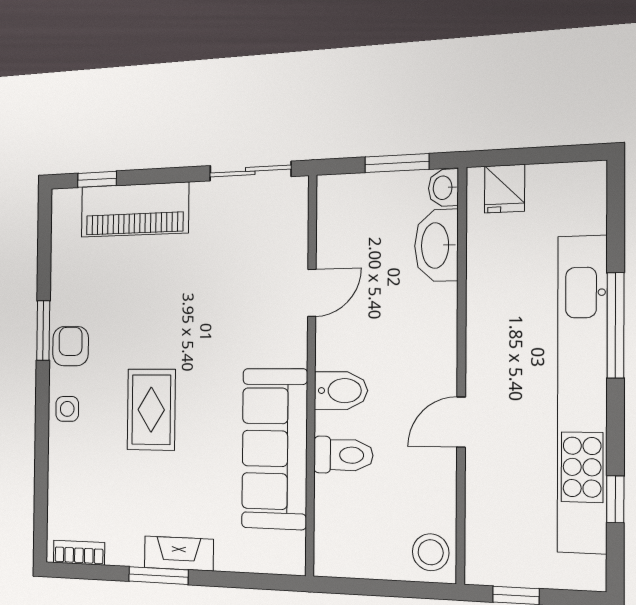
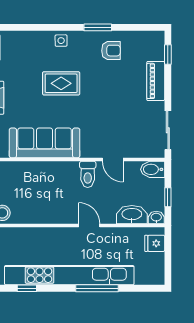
window: (397, 163) -> (168, 197), width x0.67
piano: (135, 210) -> (156, 81), width x0.73, depth x0.75
armchair: (71, 346) -> (111, 51), moved
bidet: (341, 391) -> (153, 169), moved, turned 90
door: (461, 422) -> (89, 226), moved
toilet: (343, 455) -> (88, 174), moved

